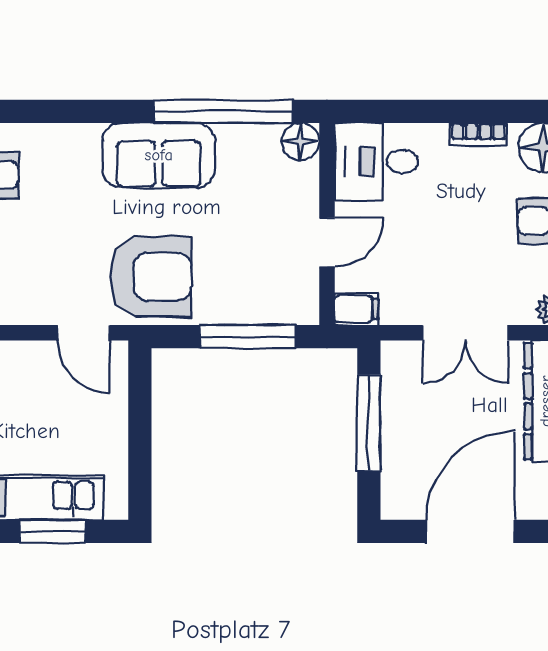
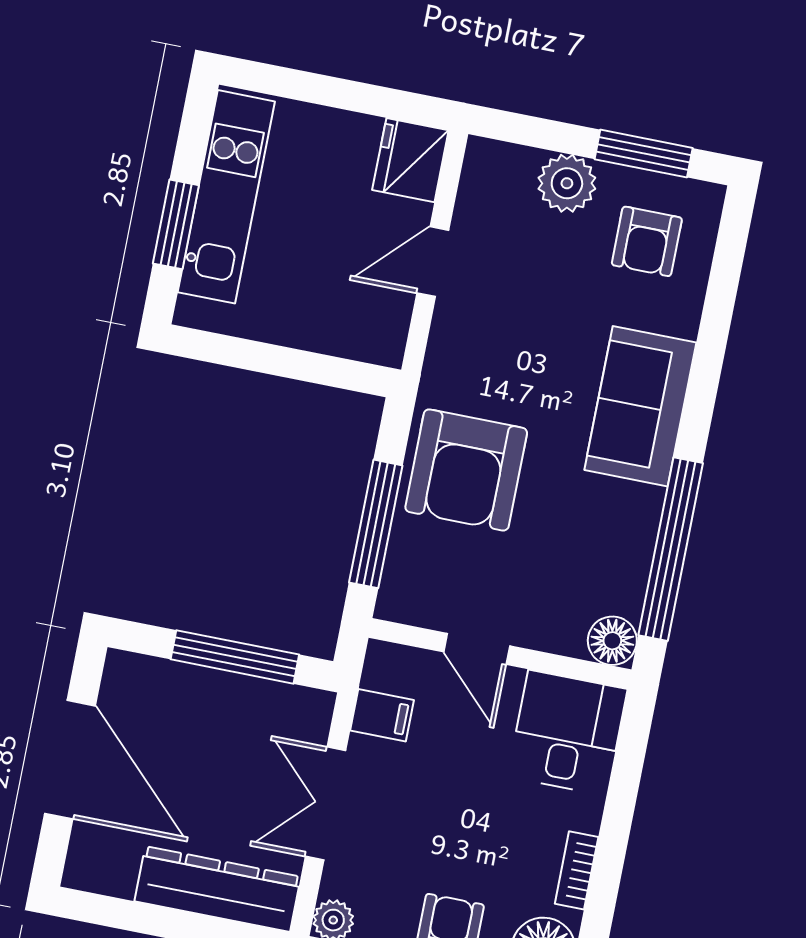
sofa: (159, 155) -> (640, 406), moved
armchair: (151, 277) -> (466, 470), moved
filing cabinet: (356, 309) -> (382, 715), moved, turned -90
door: (84, 333) -> (433, 262), moved

